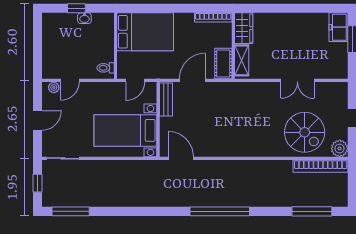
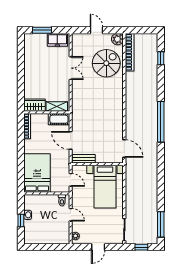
freezer: (339, 27) -> (57, 40), moved
door: (70, 80) -> (71, 215), moved
door: (38, 120) -> (98, 247), swing flipped
door: (181, 158) -> (124, 149), swing flipped
window: (312, 211) -> (161, 58), width x0.46

